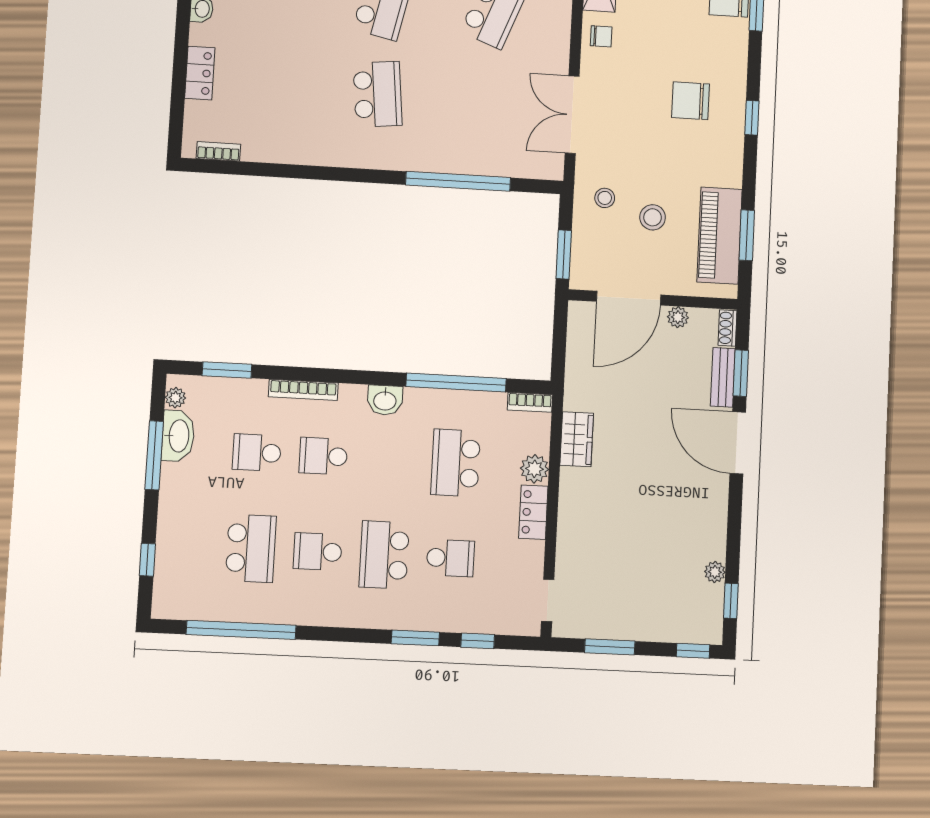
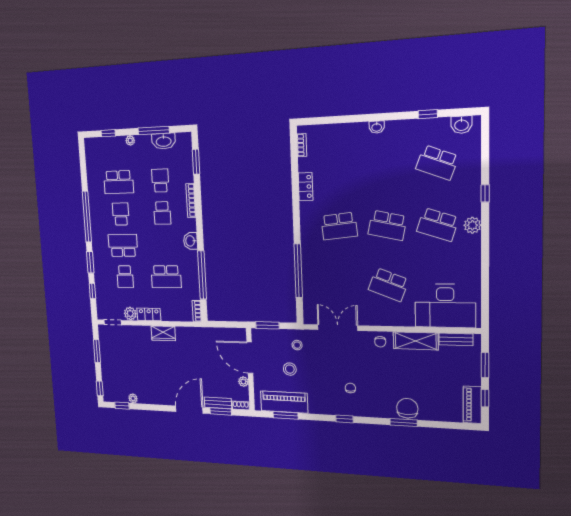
locker: (200, 73) -> (306, 187), moved, turned -90
chair: (691, 101) -> (350, 388), width x0.54, depth x0.54
plant: (175, 398) -> (130, 140), moved
wardrobe: (577, 439) -> (163, 333), moved
school desk: (323, 456) -> (162, 213), turned 180
school desk: (456, 463) -> (166, 277), turned 180
plant: (535, 469) -> (130, 314), moved
window: (241, 630) -> (87, 217), moved

